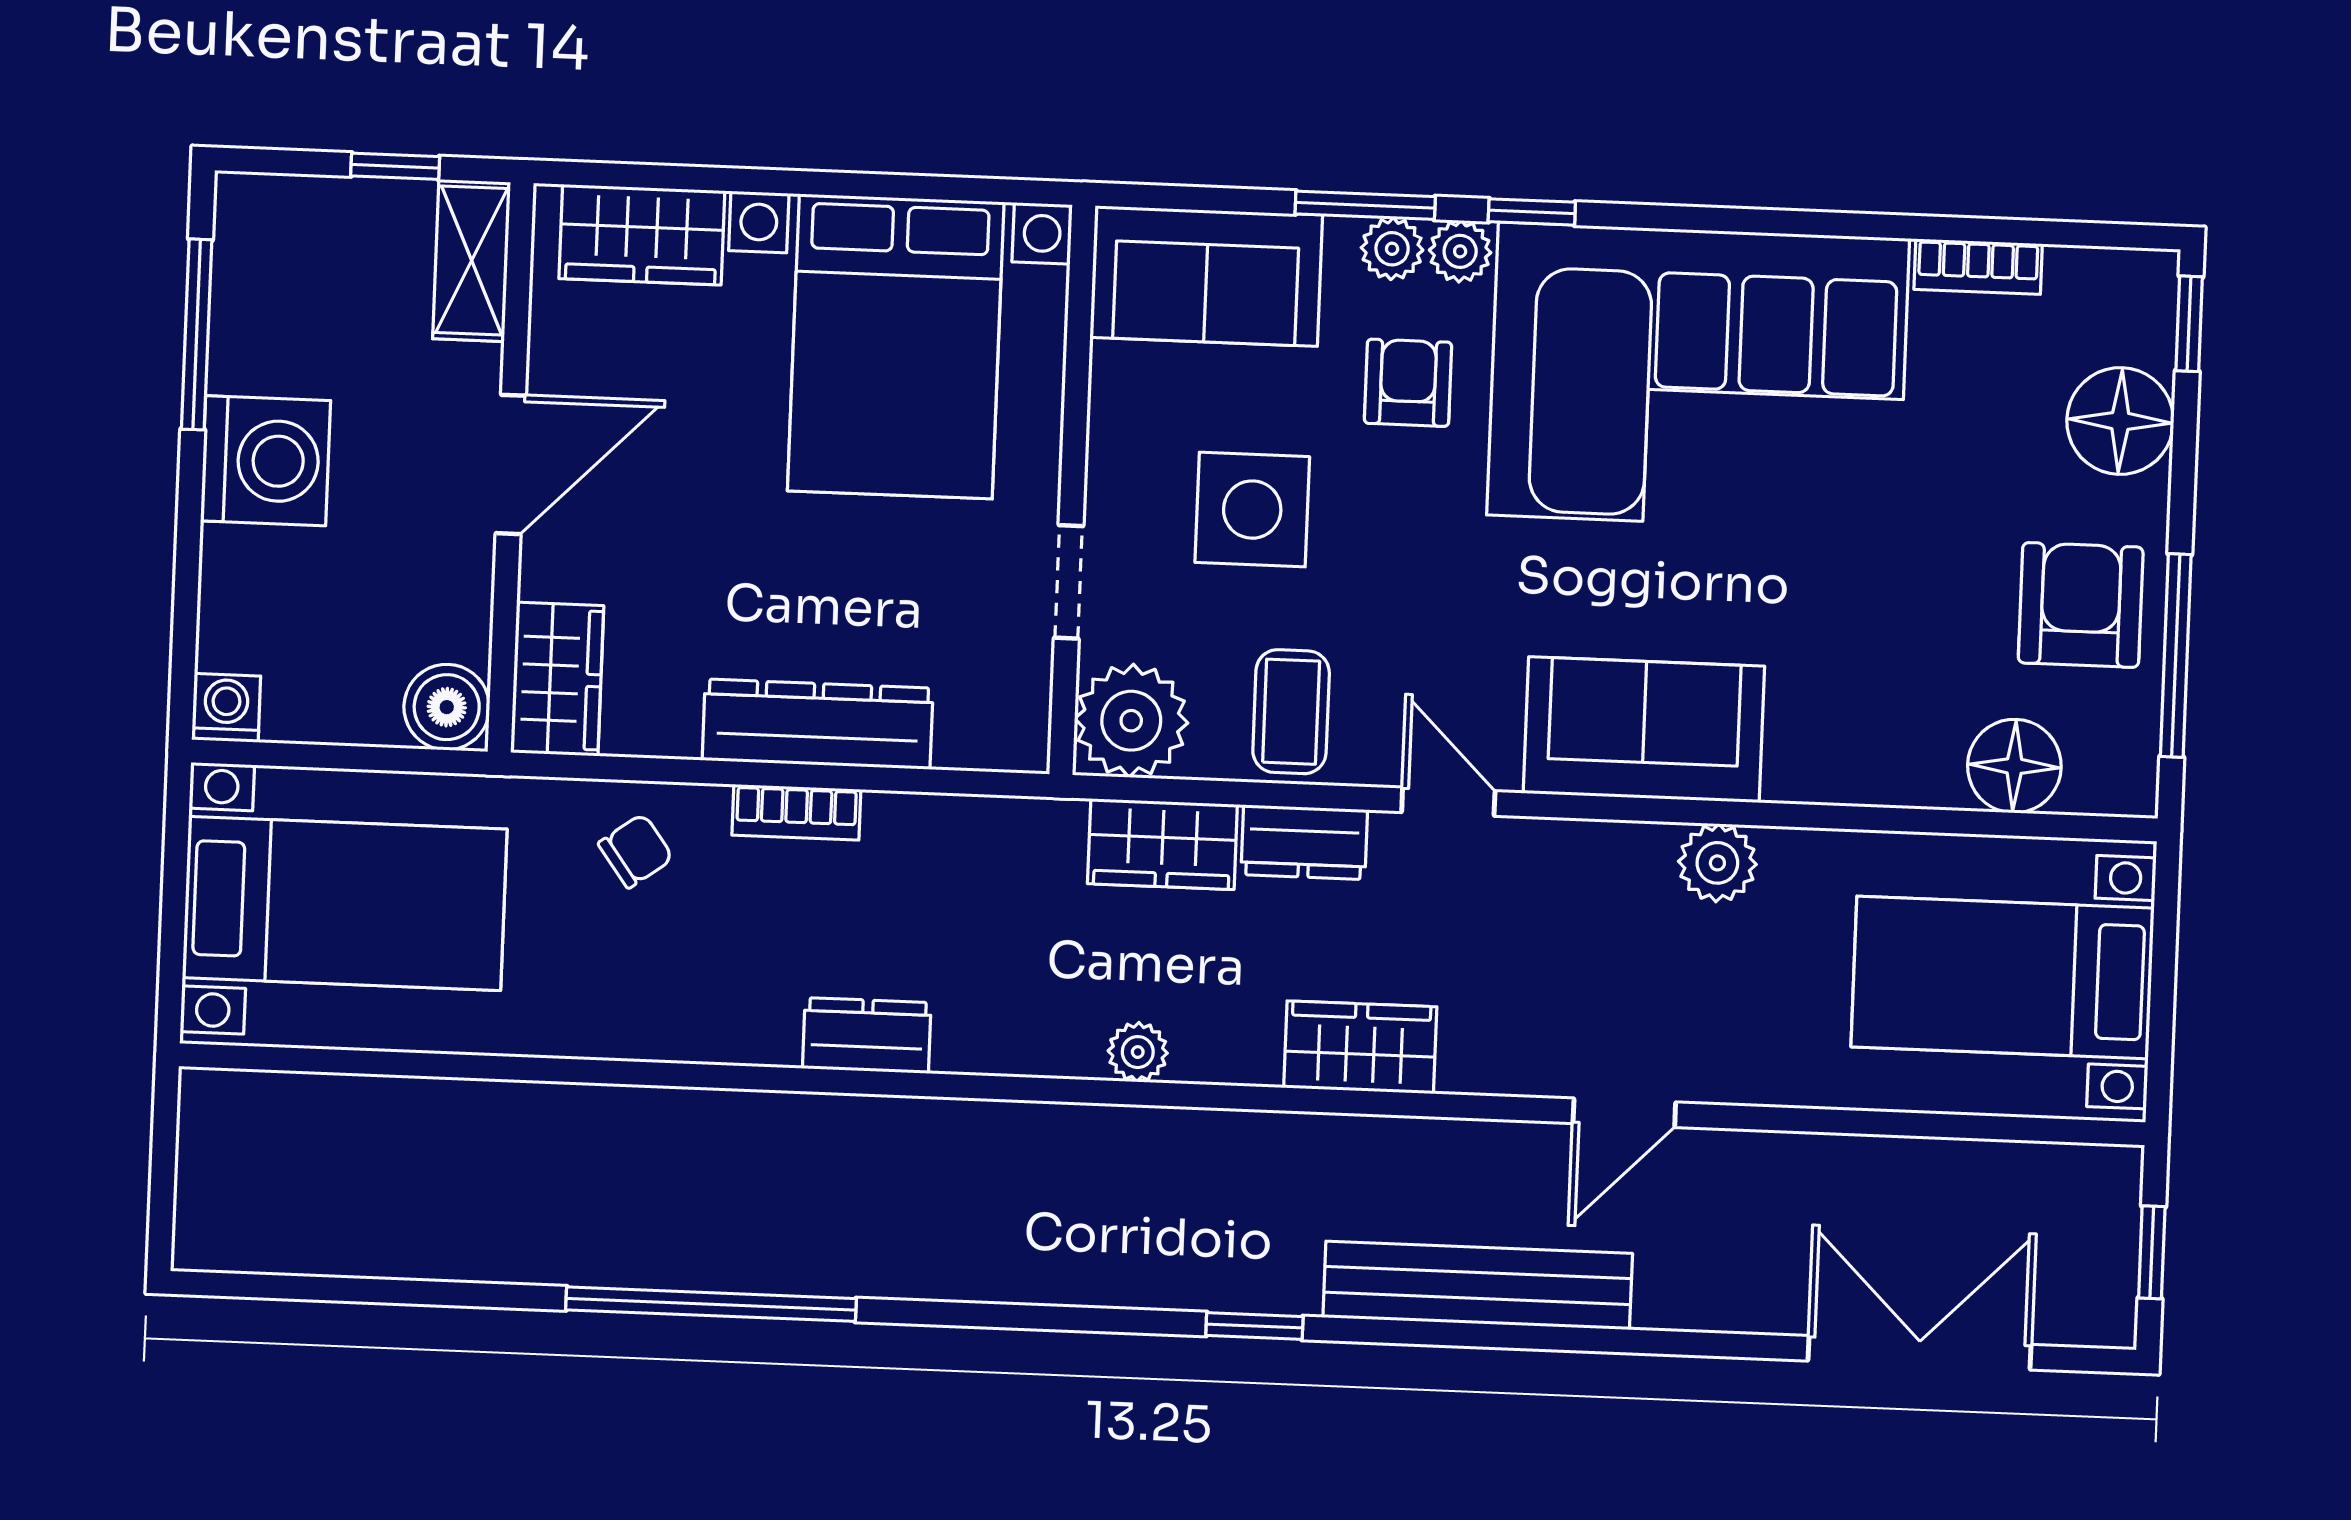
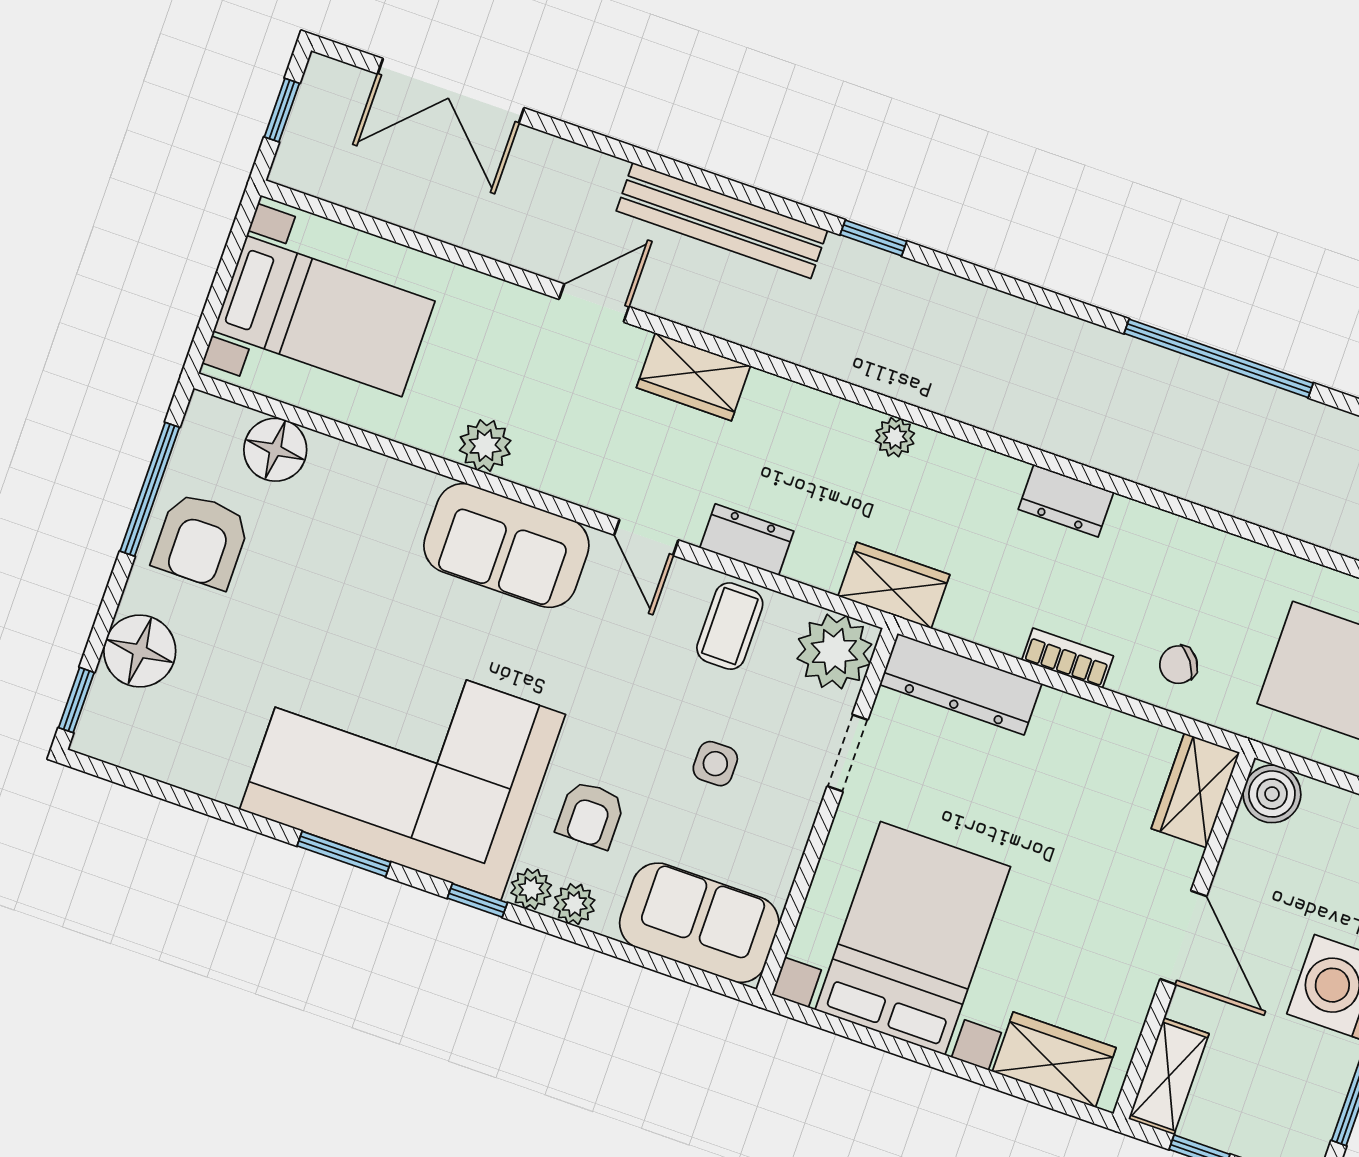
window: (1365, 205) -> (344, 854), moved
bookcase: (1978, 267) -> (201, 778), removed
door: (511, 464) -> (1183, 938), swing flipped
side table: (1252, 510) -> (715, 764), width x0.54, depth x0.54
dresser: (818, 724) -> (961, 684), moved
wardrobe: (1162, 844) -> (894, 585), moved
wardrobe: (1360, 1047) -> (693, 377), moved

